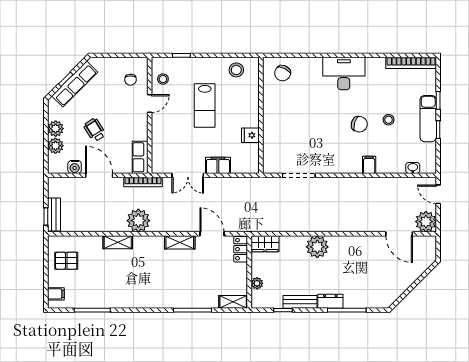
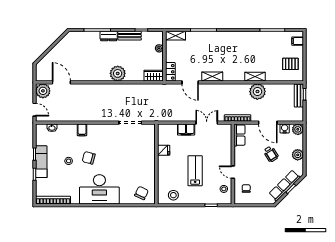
desk: (344, 74) -> (99, 189), width x1.36, depth x1.30
door: (150, 103) -> (233, 172), hinge flipped
plant: (55, 146) -> (298, 129), moved
plant: (138, 221) -> (257, 92), moved

